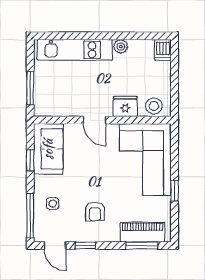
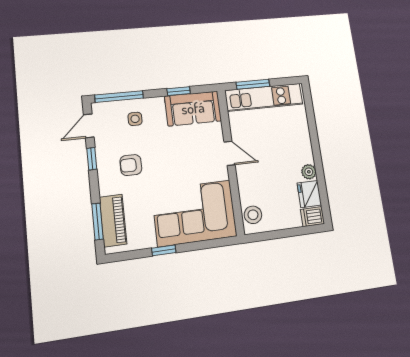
kitchen unit: (75, 50) -> (264, 97), moved, turned -90
fridge: (125, 106) -> (309, 194), moved, turned 180
door: (95, 120) -> (230, 153), swing flipped

